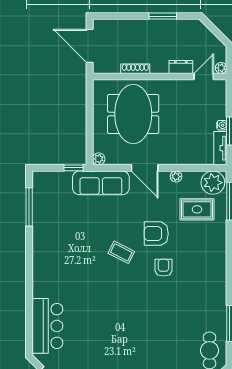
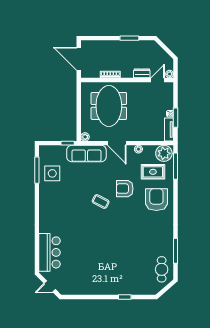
side table: (51, 212) -> (52, 173), added
armchair: (163, 268) -> (156, 200), moved, width x1.88, depth x1.88

